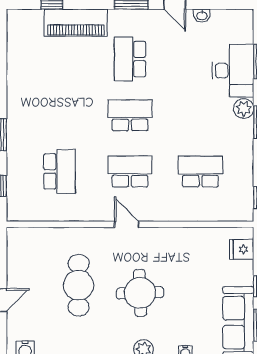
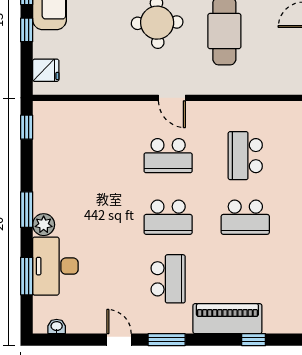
washbasin: (202, 15) -> (57, 326), moved
school desk: (200, 171) -> (245, 217), moved

